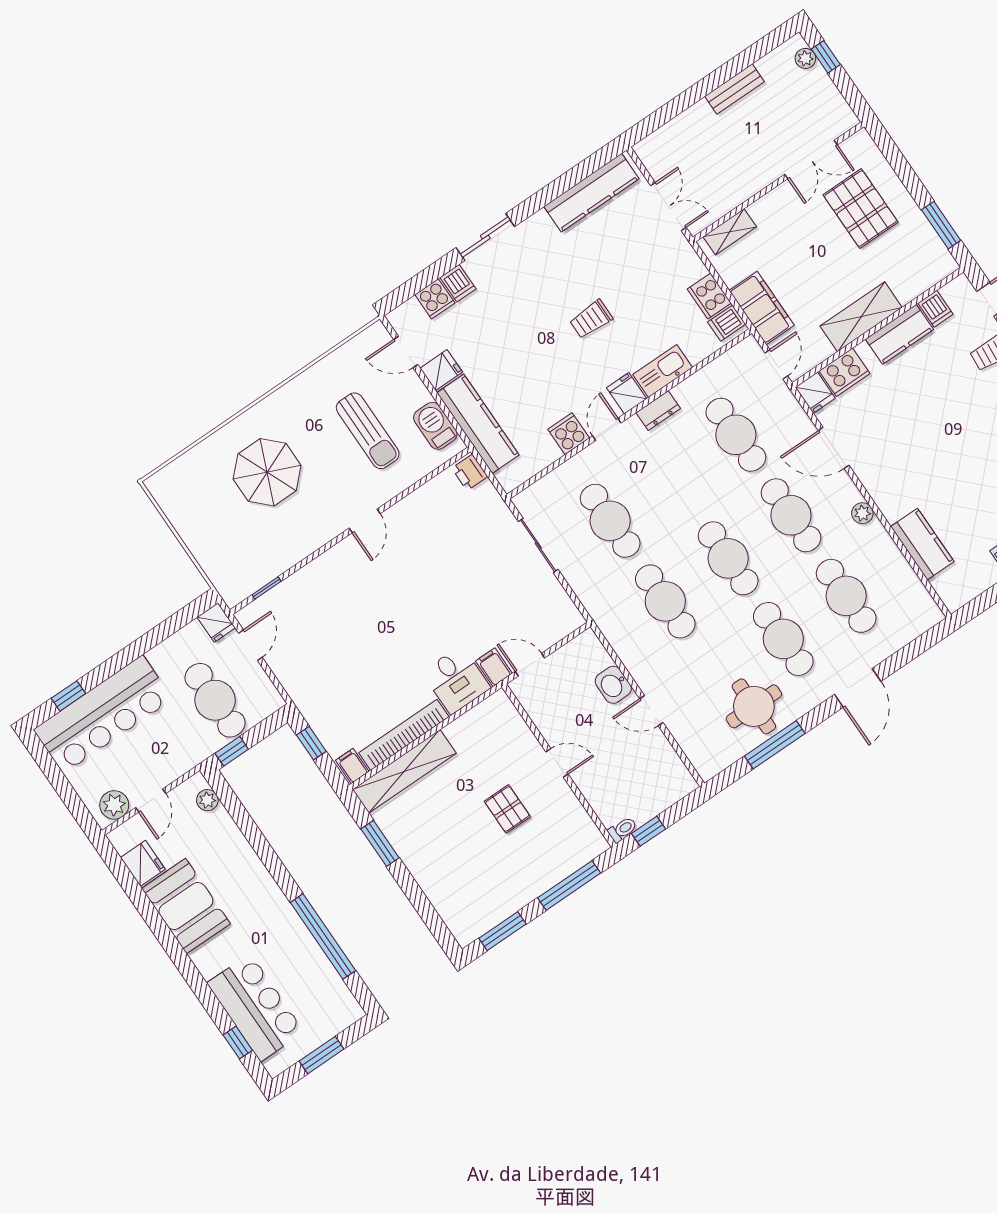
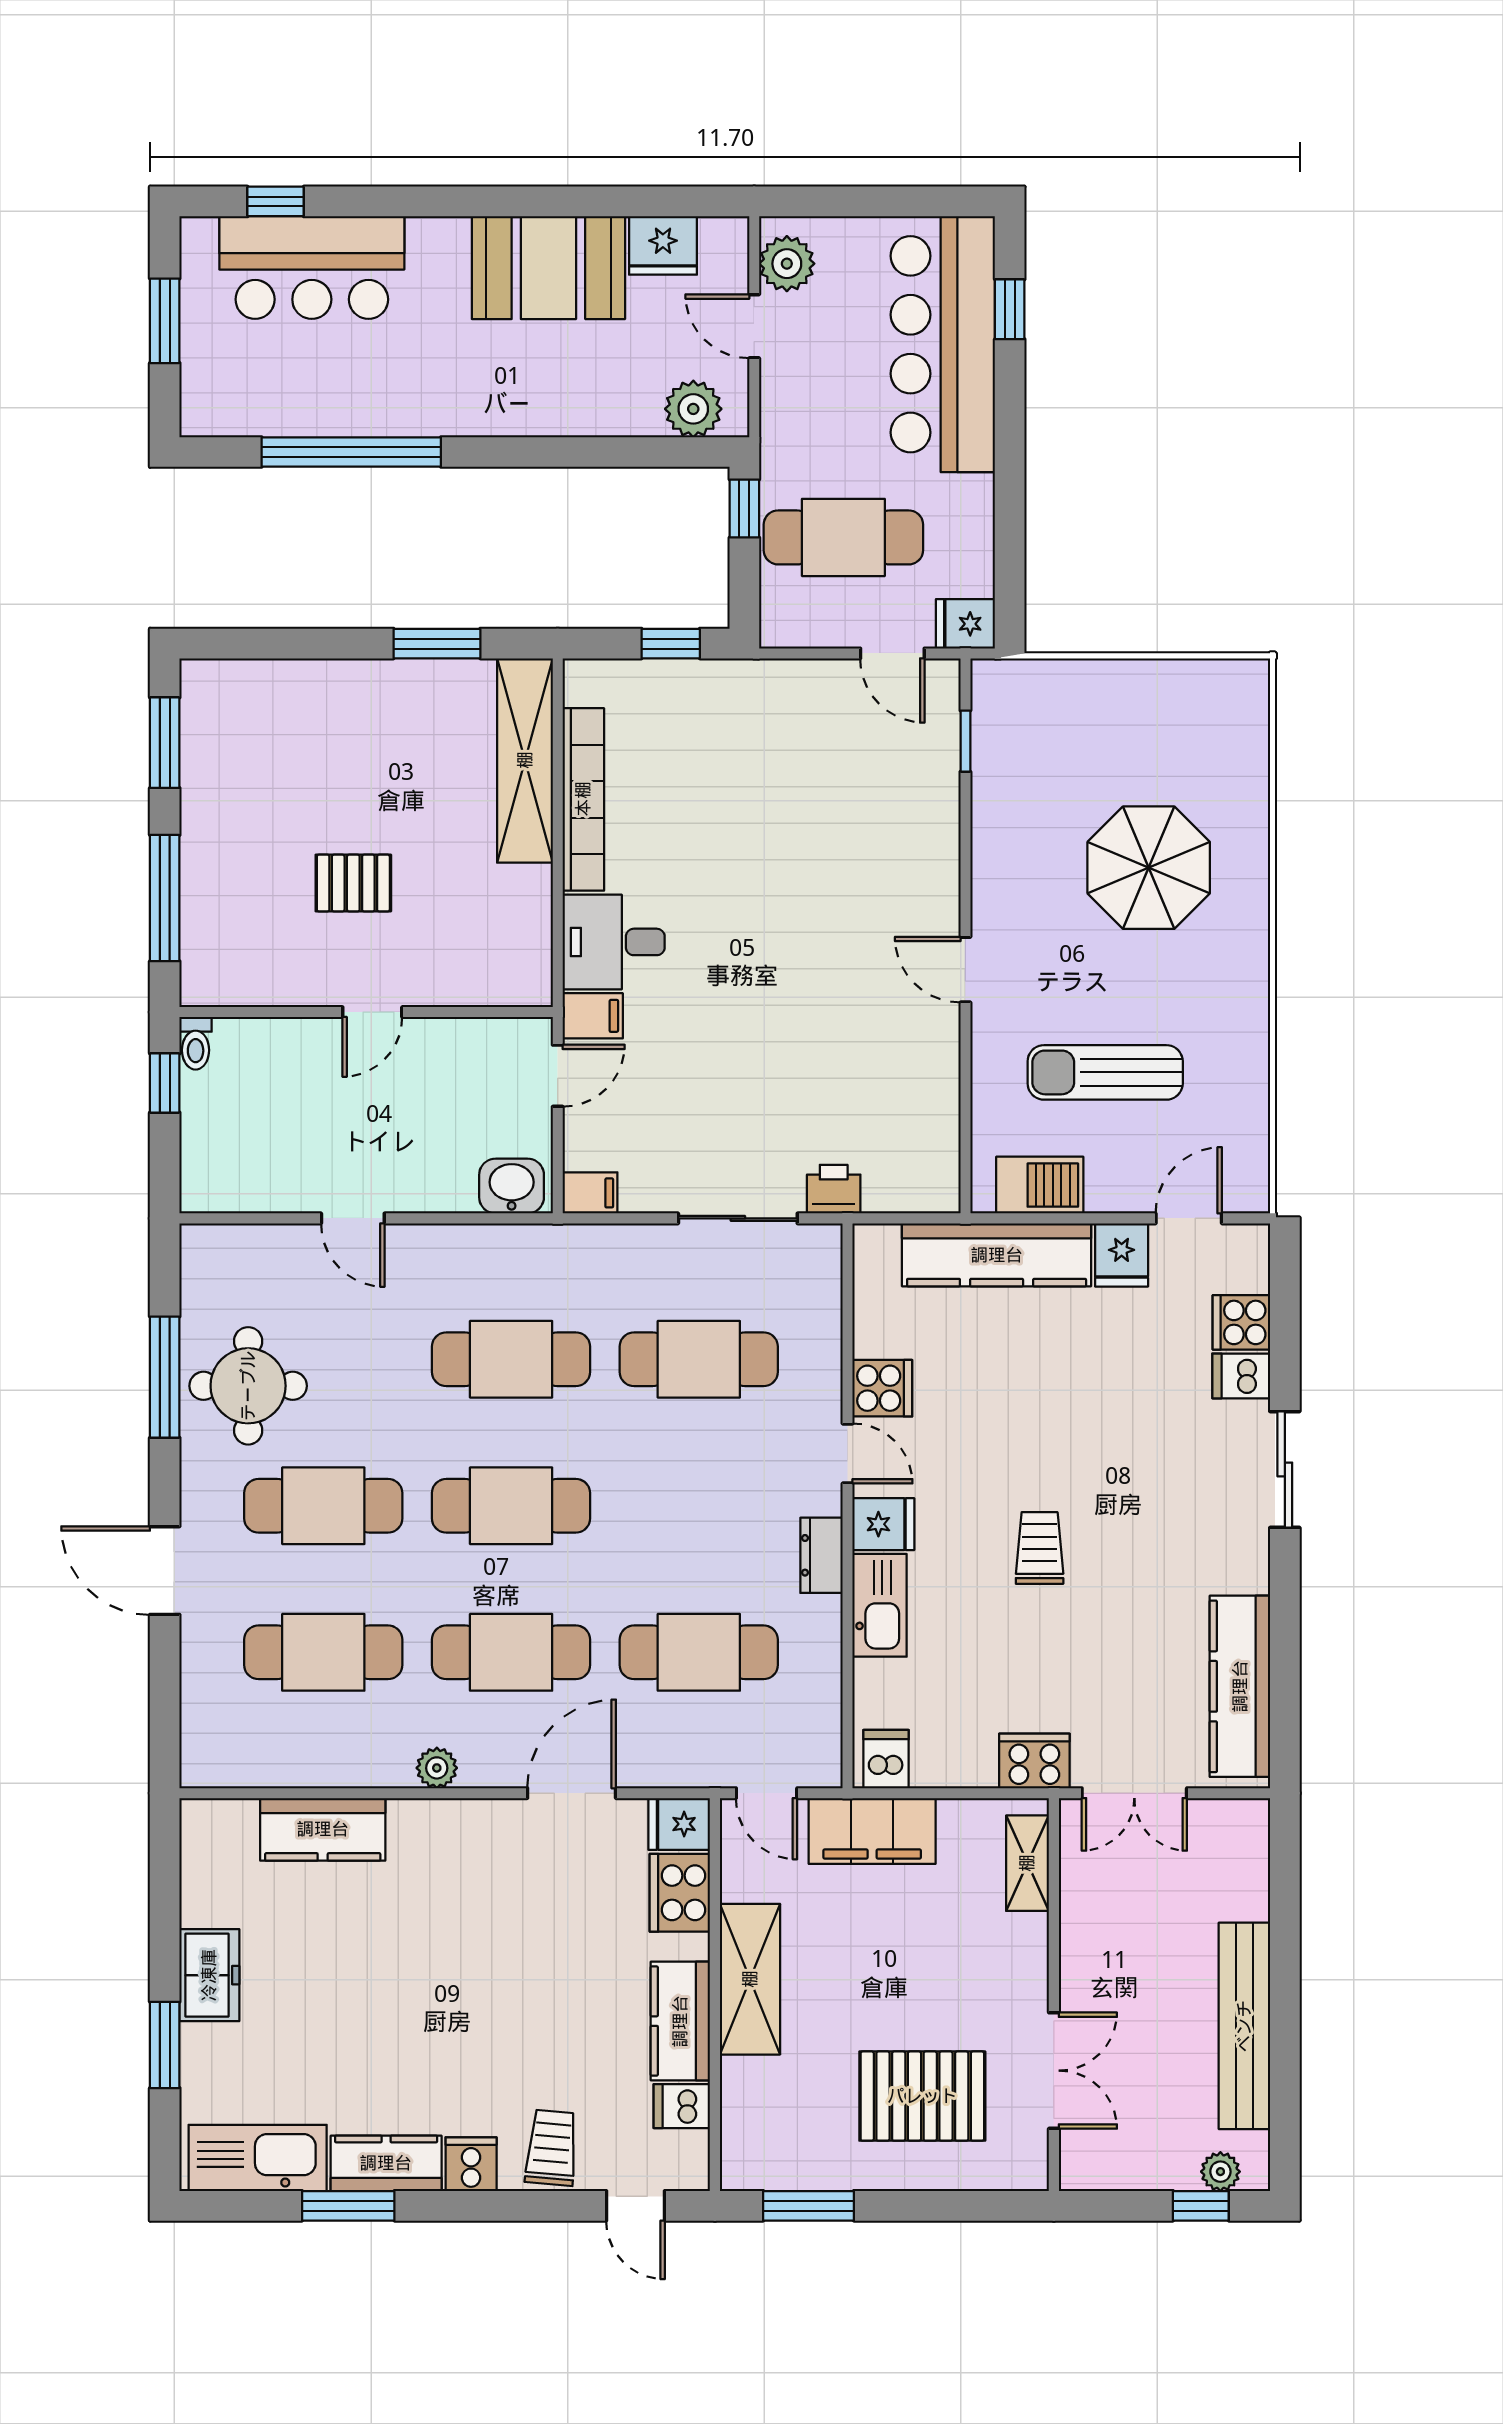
bench: (734, 89) -> (1244, 2026), width x1.86, depth x1.21
double door: (811, 160) -> (1054, 2071), swing flipped
cooker: (709, 296) -> (1034, 1761), moved
printer: (470, 472) -> (834, 1189), moved
washbasin: (613, 685) -> (512, 1186), moved
door: (651, 711) -> (353, 1218), swing flipped
filing cabinet: (352, 766) -> (590, 1193), moved
plant: (207, 800) -> (693, 409), width x1.38, depth x1.38

